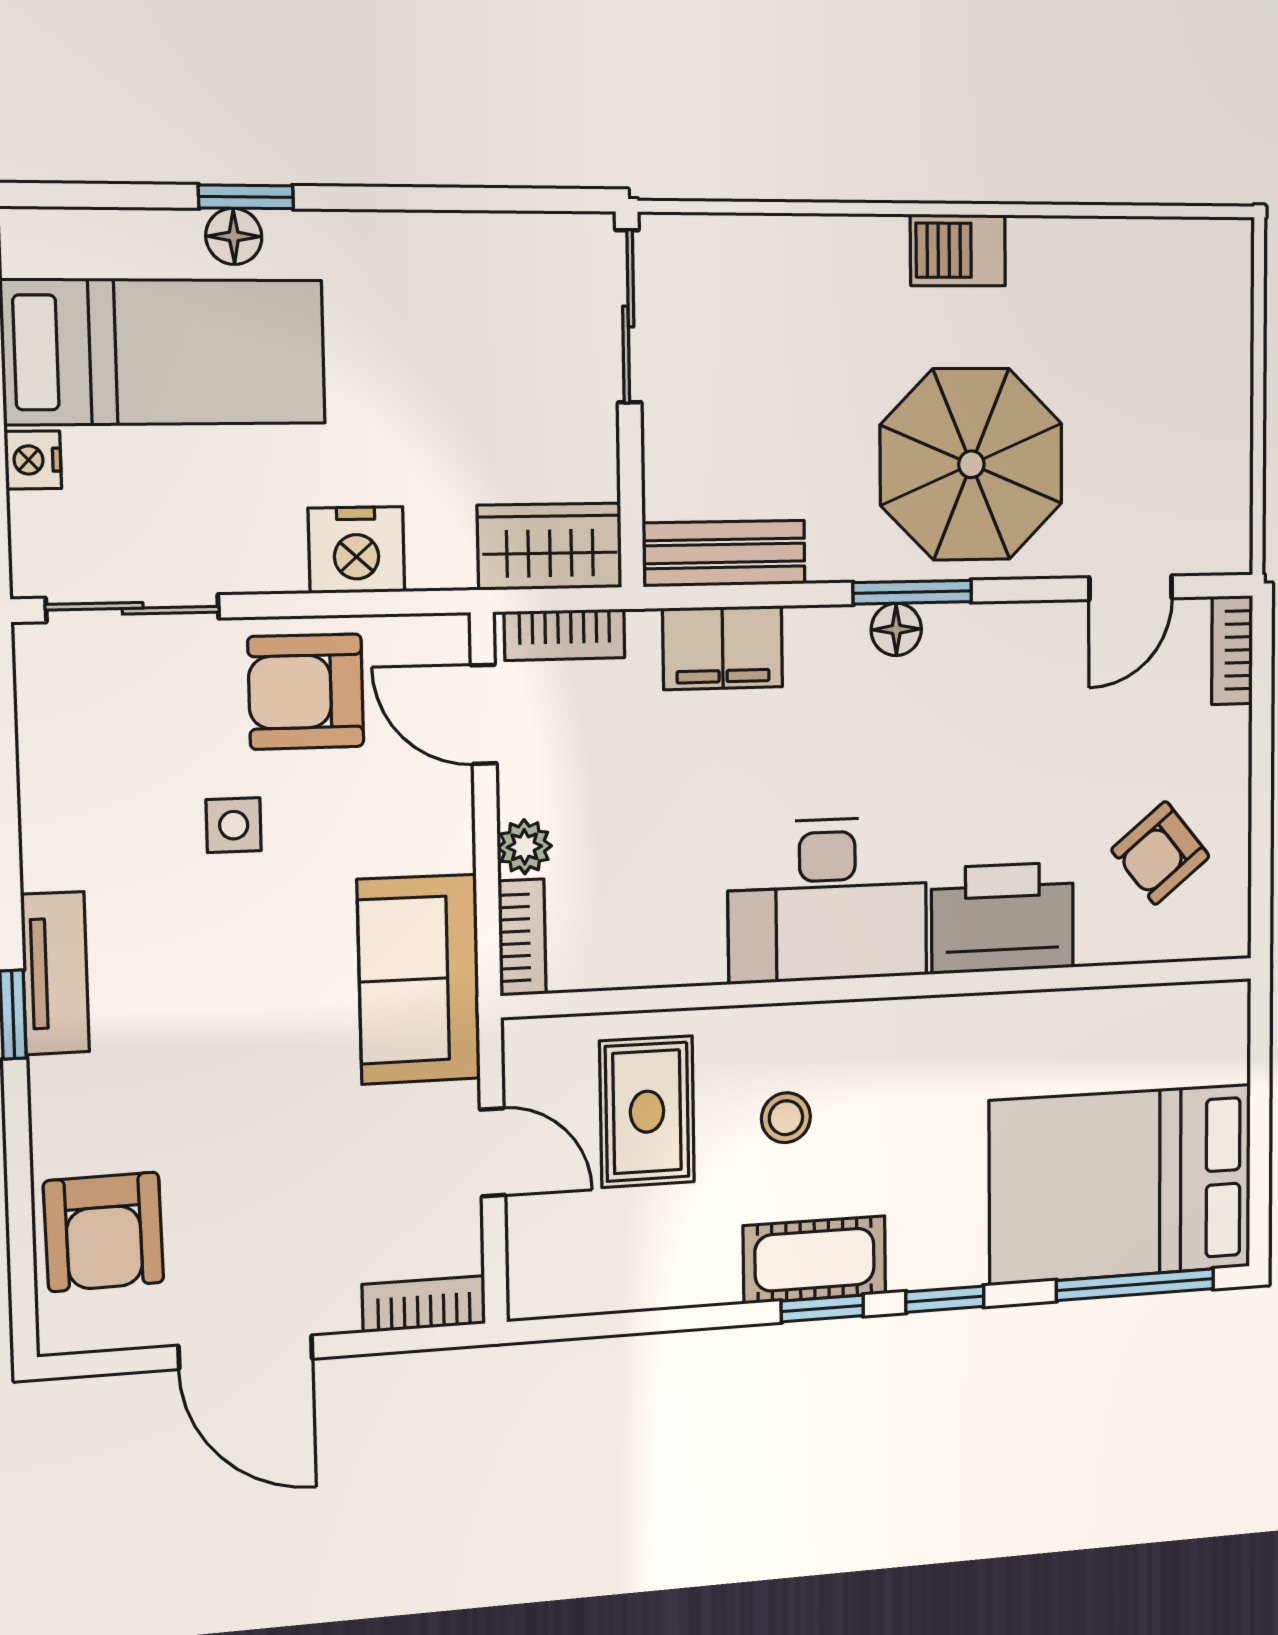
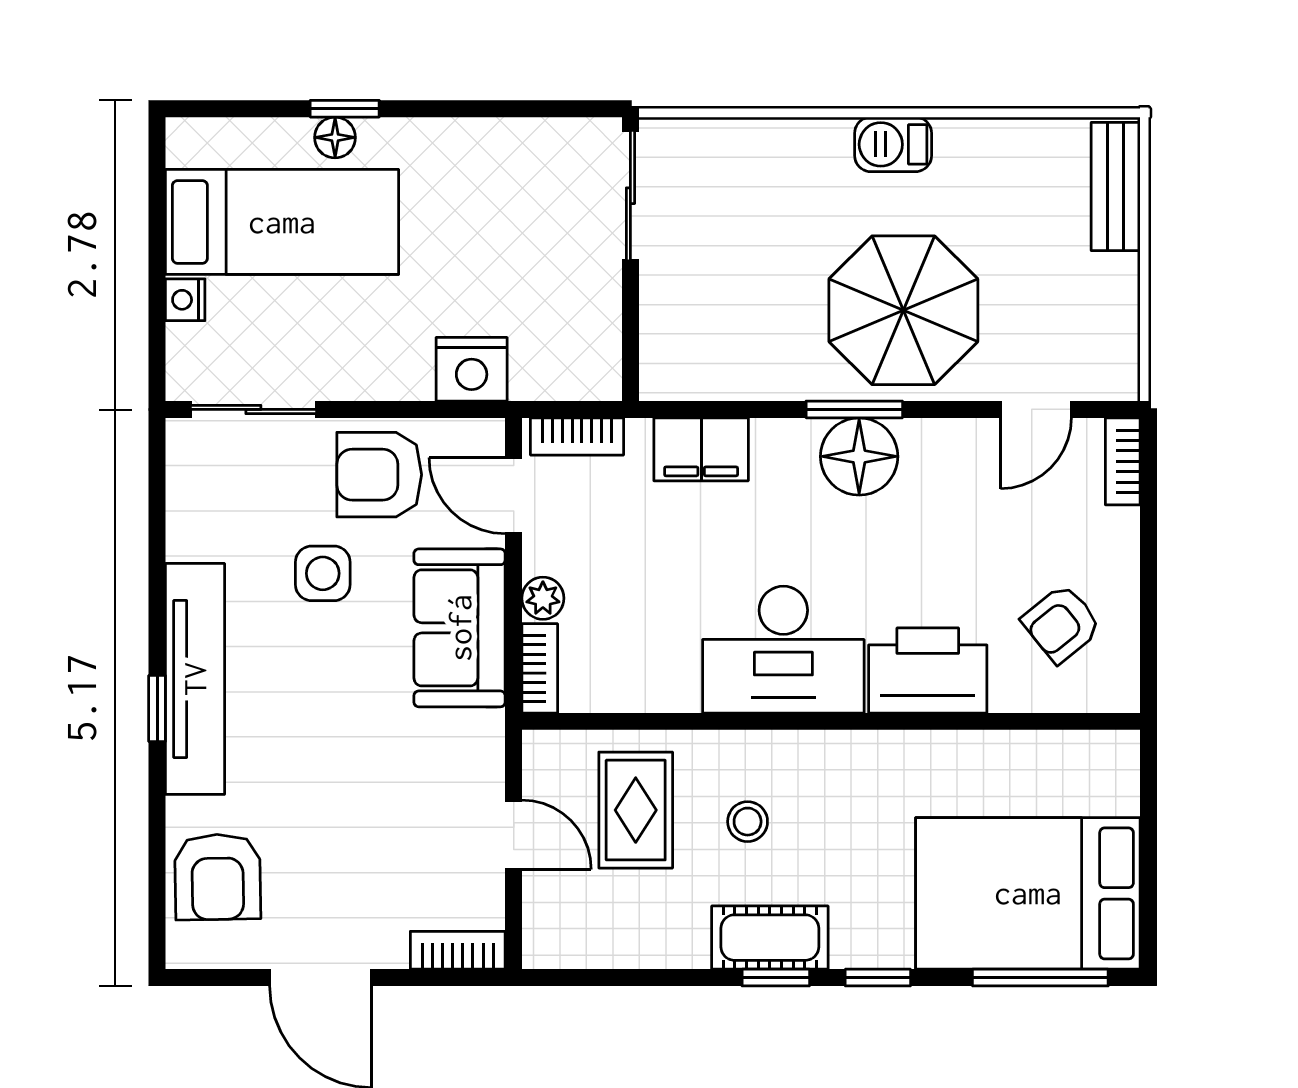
wardrobe: (550, 546) -> (567, 369), removed
nightstand: (356, 550) -> (472, 369), moved
bench: (724, 553) -> (1116, 186), moved, turned 90
floor lamp: (896, 629) -> (859, 456), width x1.89, depth x1.89
side table: (234, 825) -> (323, 573), width x1.37, depth x1.37
tv unit: (55, 973) -> (195, 679), width x1.92, depth x1.29
sofa: (419, 979) -> (460, 628), moved

